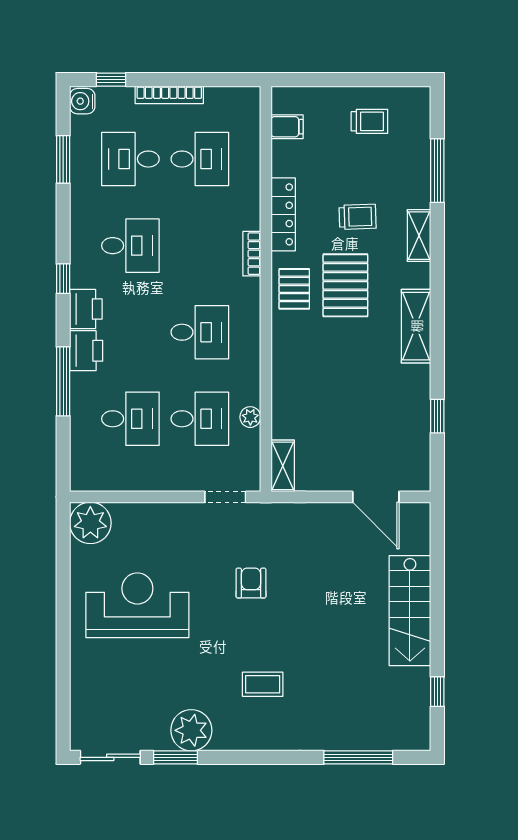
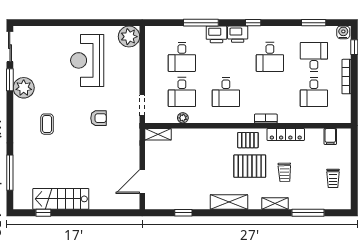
reception desk: (137, 605) -> (87, 60), turned 180
stairs: (410, 611) -> (61, 199), moved

